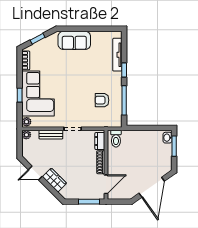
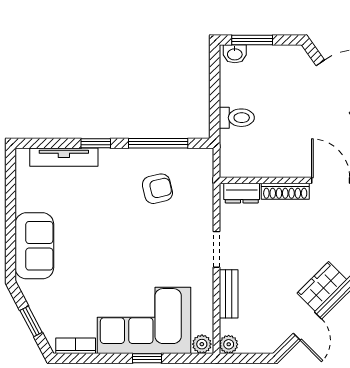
armchair: (102, 100) -> (157, 189), turned -103
toilet: (116, 139) -> (237, 118), moved

